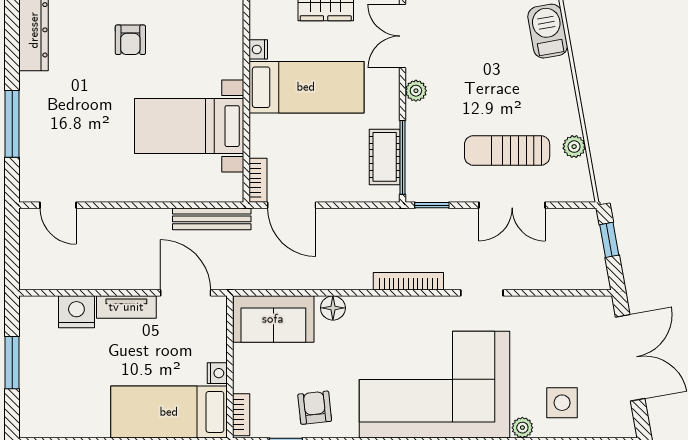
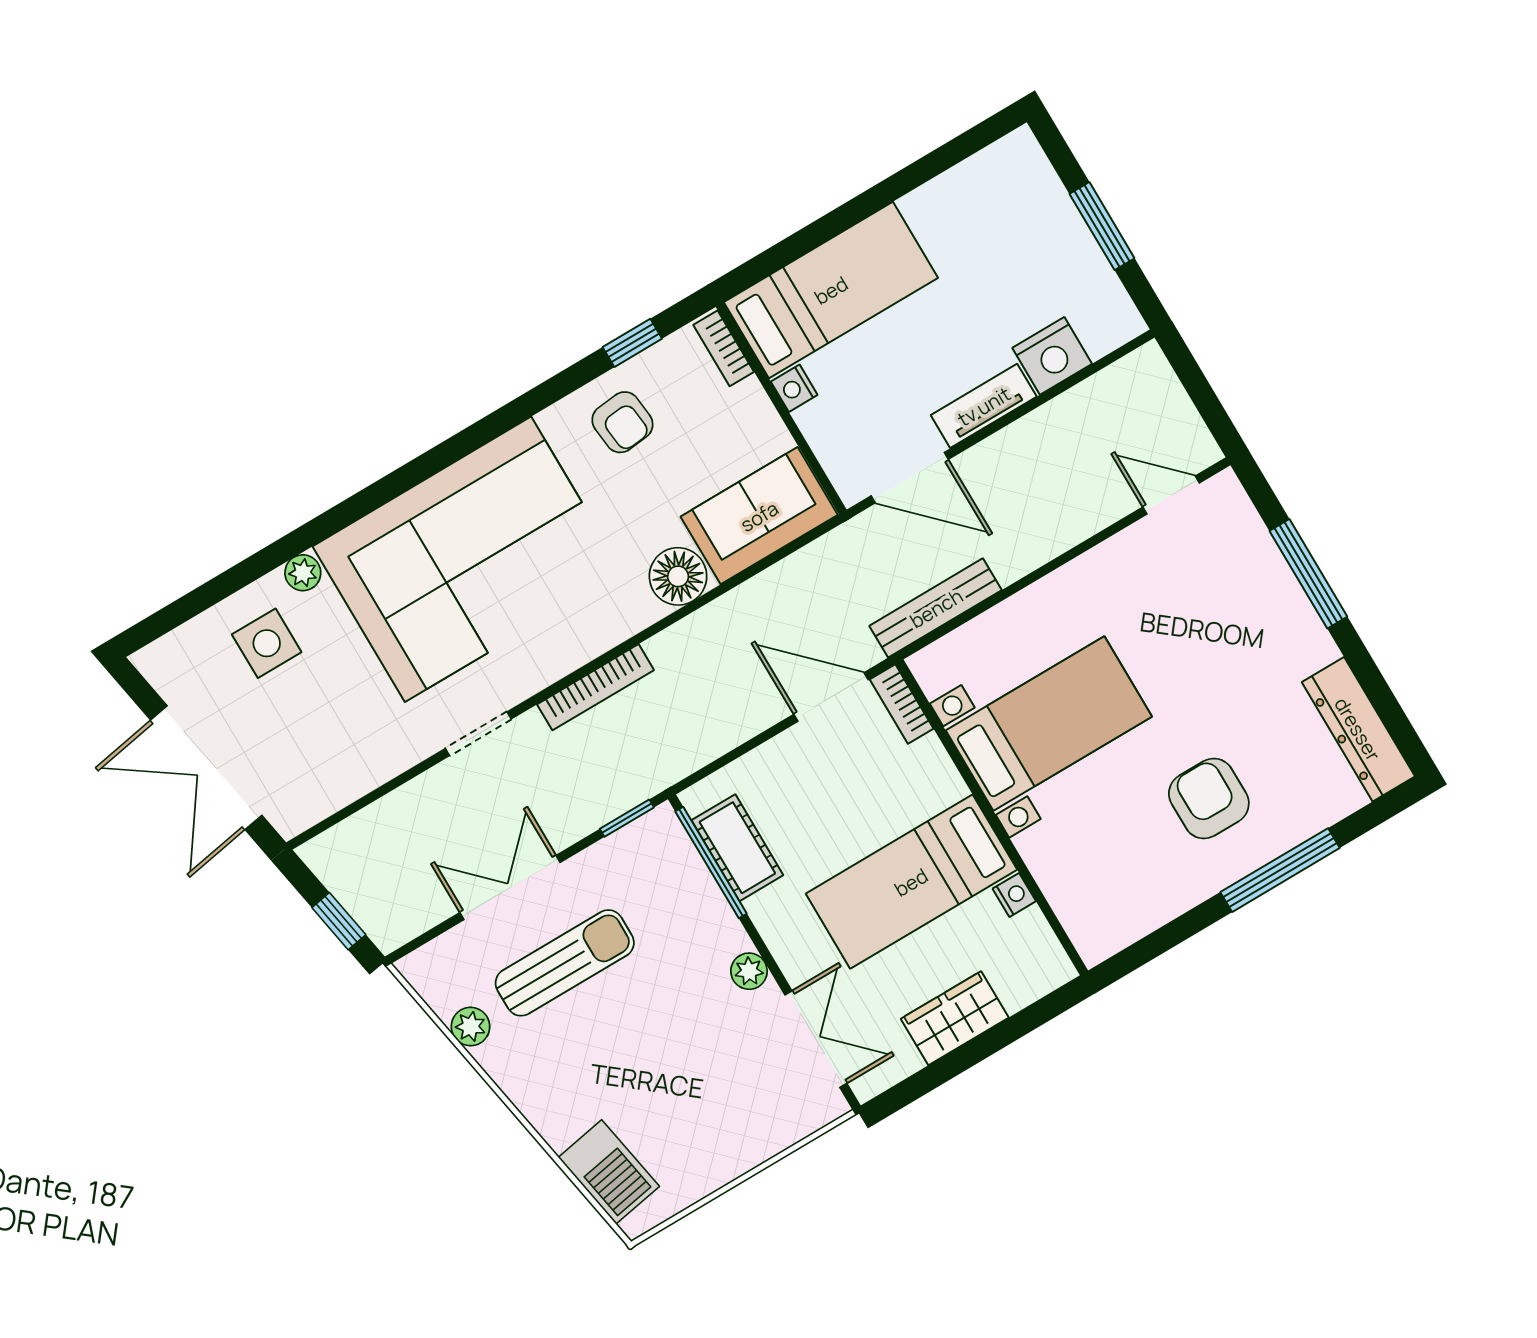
armchair: (130, 40) -> (1209, 798), width x1.38, depth x1.38
floor lamp: (333, 308) -> (678, 576), width x1.38, depth x1.38

